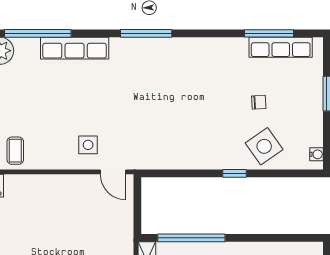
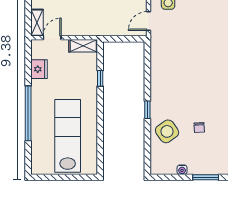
water cooler: (317, 154) -> (182, 170), moved
window: (191, 238) -> (100, 78), width x0.32

